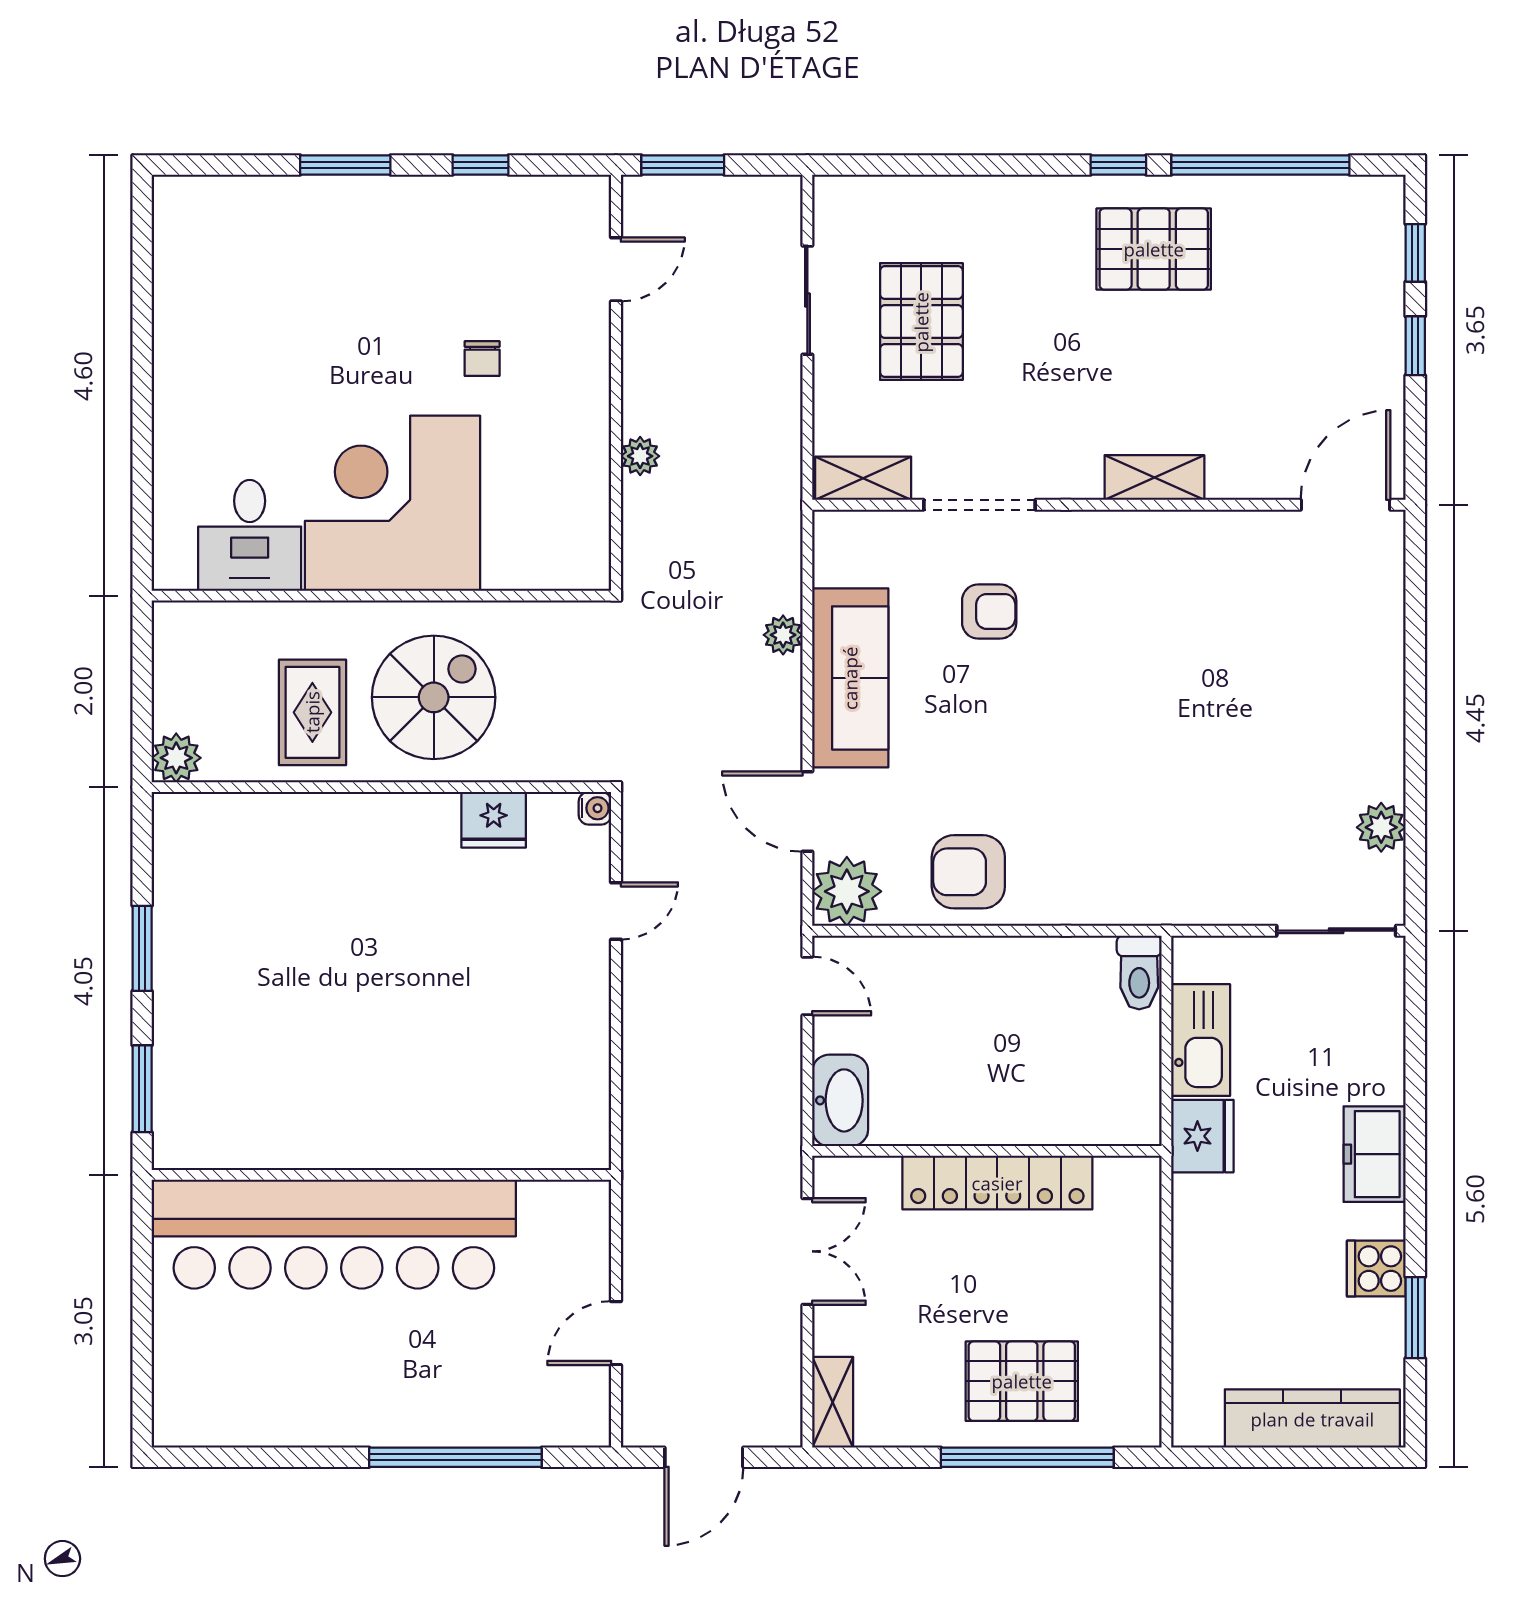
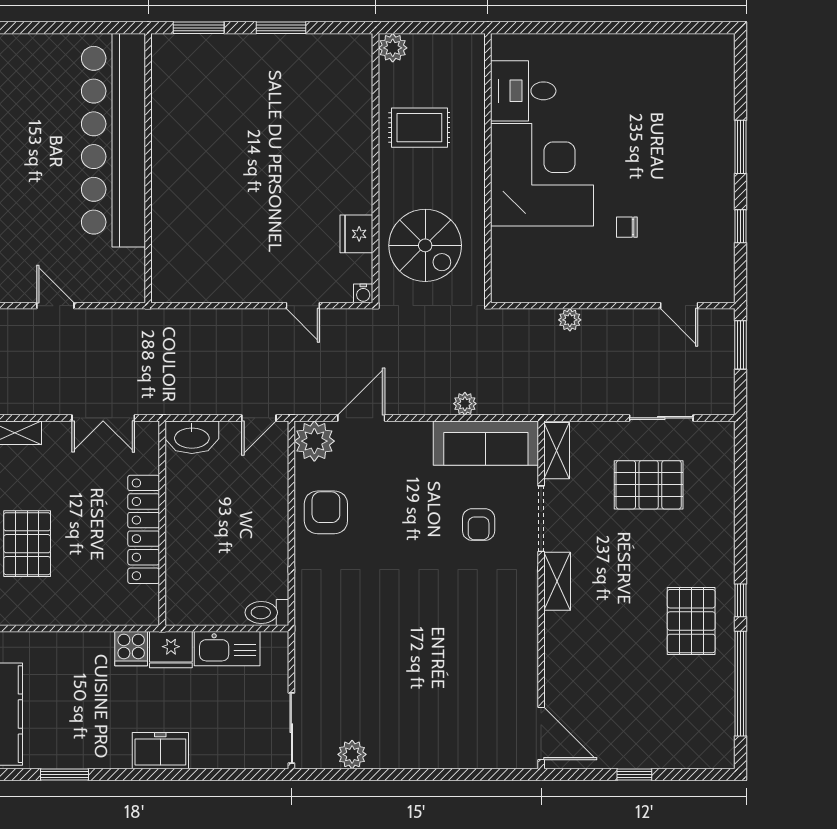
window: (1415, 253) -> (689, 774), removed
shelving: (1154, 478) -> (557, 581), moved
sofa: (850, 678) -> (486, 443), moved
spiral stairs: (434, 697) -> (425, 245), moved
cooker: (1376, 1269) -> (131, 649), moved, turned 180

